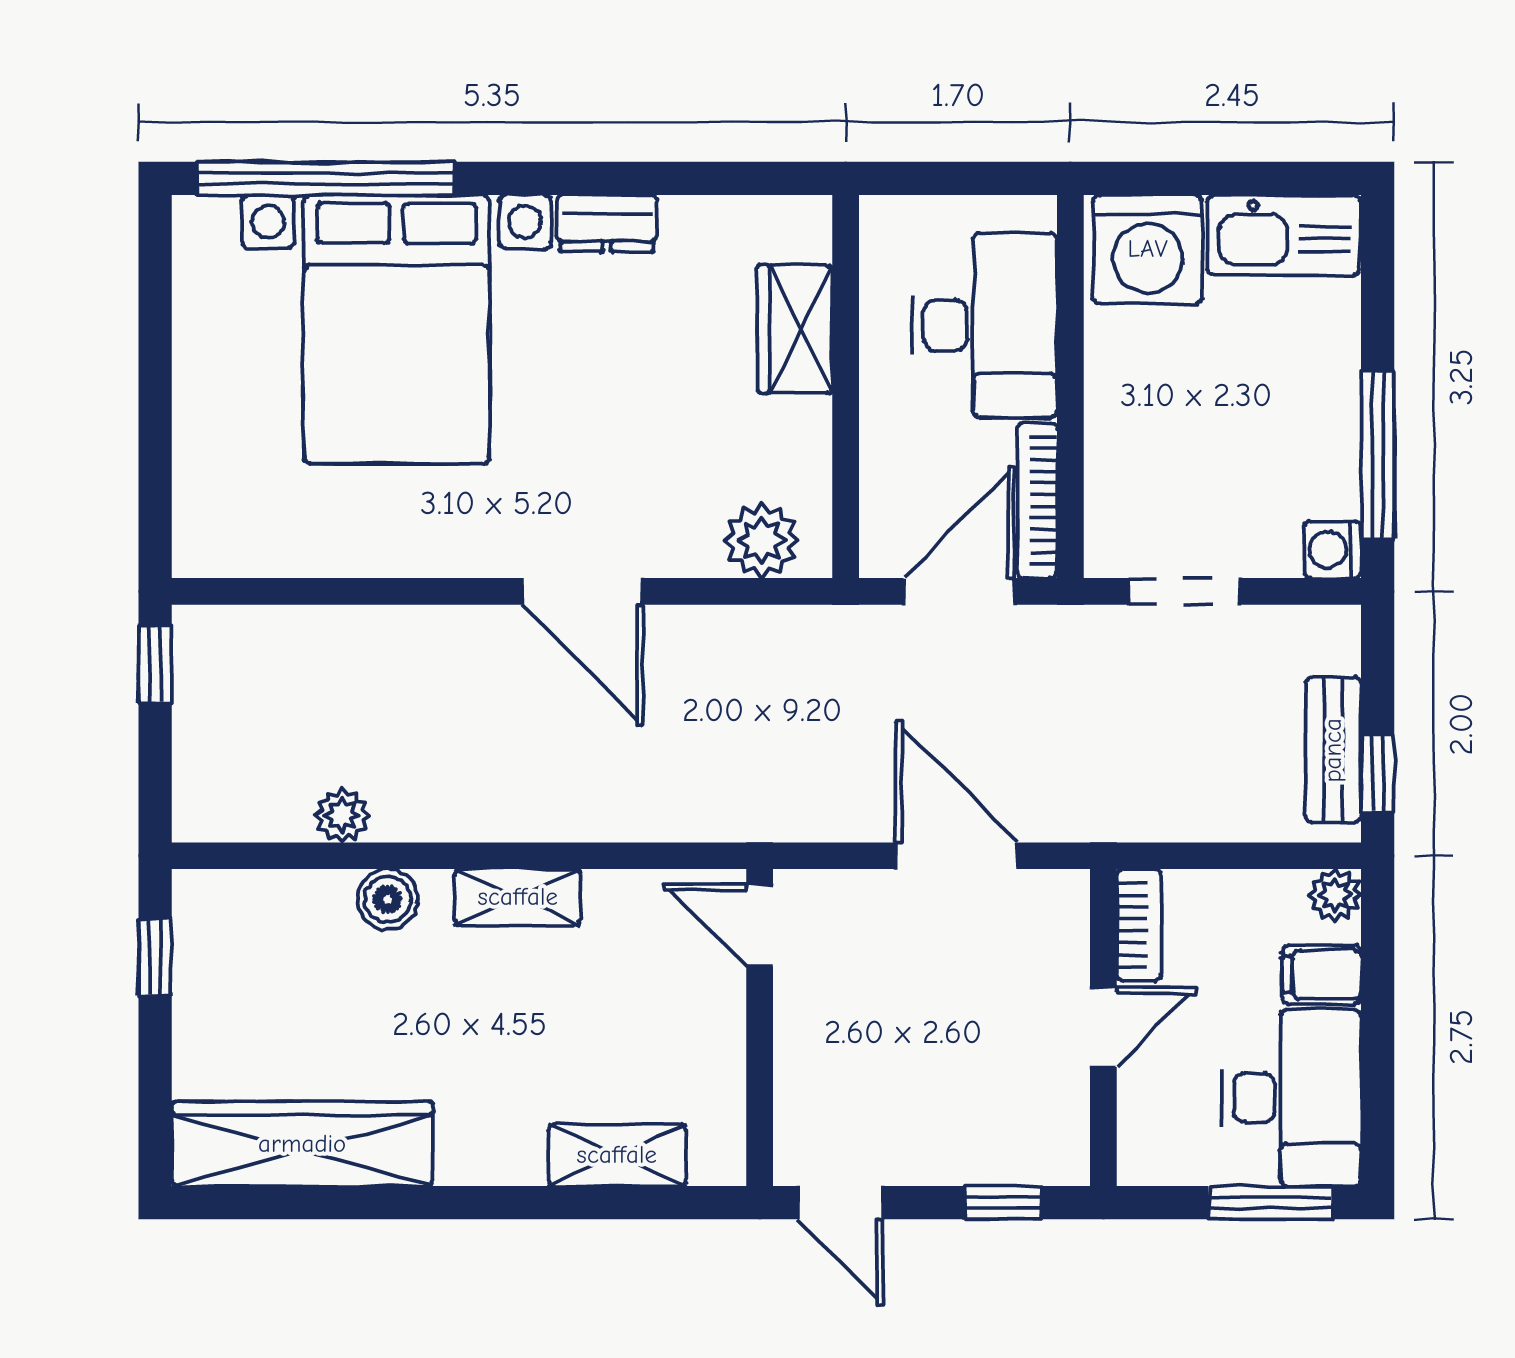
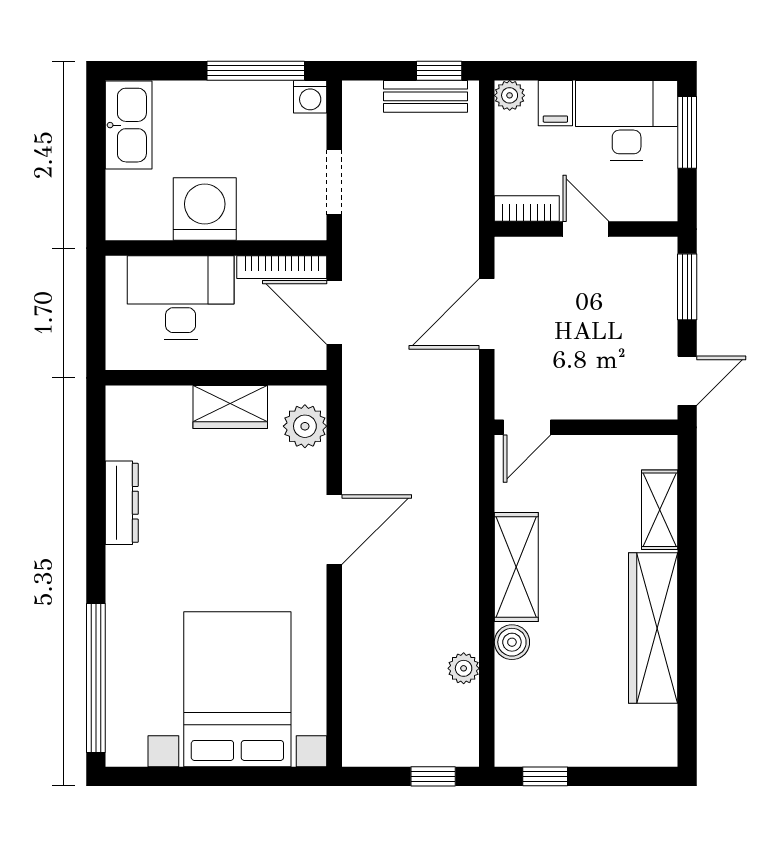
dresser: (607, 223) -> (122, 503), width x1.44
washing machine: (1148, 249) -> (205, 209), moved, turned -90
bed with nightstands: (397, 329) -> (237, 689), moved, turned -90
wardrobe: (795, 329) -> (230, 407), moved
window: (155, 664) -> (433, 776), moved
shelving: (518, 897) -> (516, 567), width x1.50, depth x1.33
wardrobe: (302, 1144) -> (653, 628), moved
window: (1003, 1203) -> (687, 287), width x1.50

